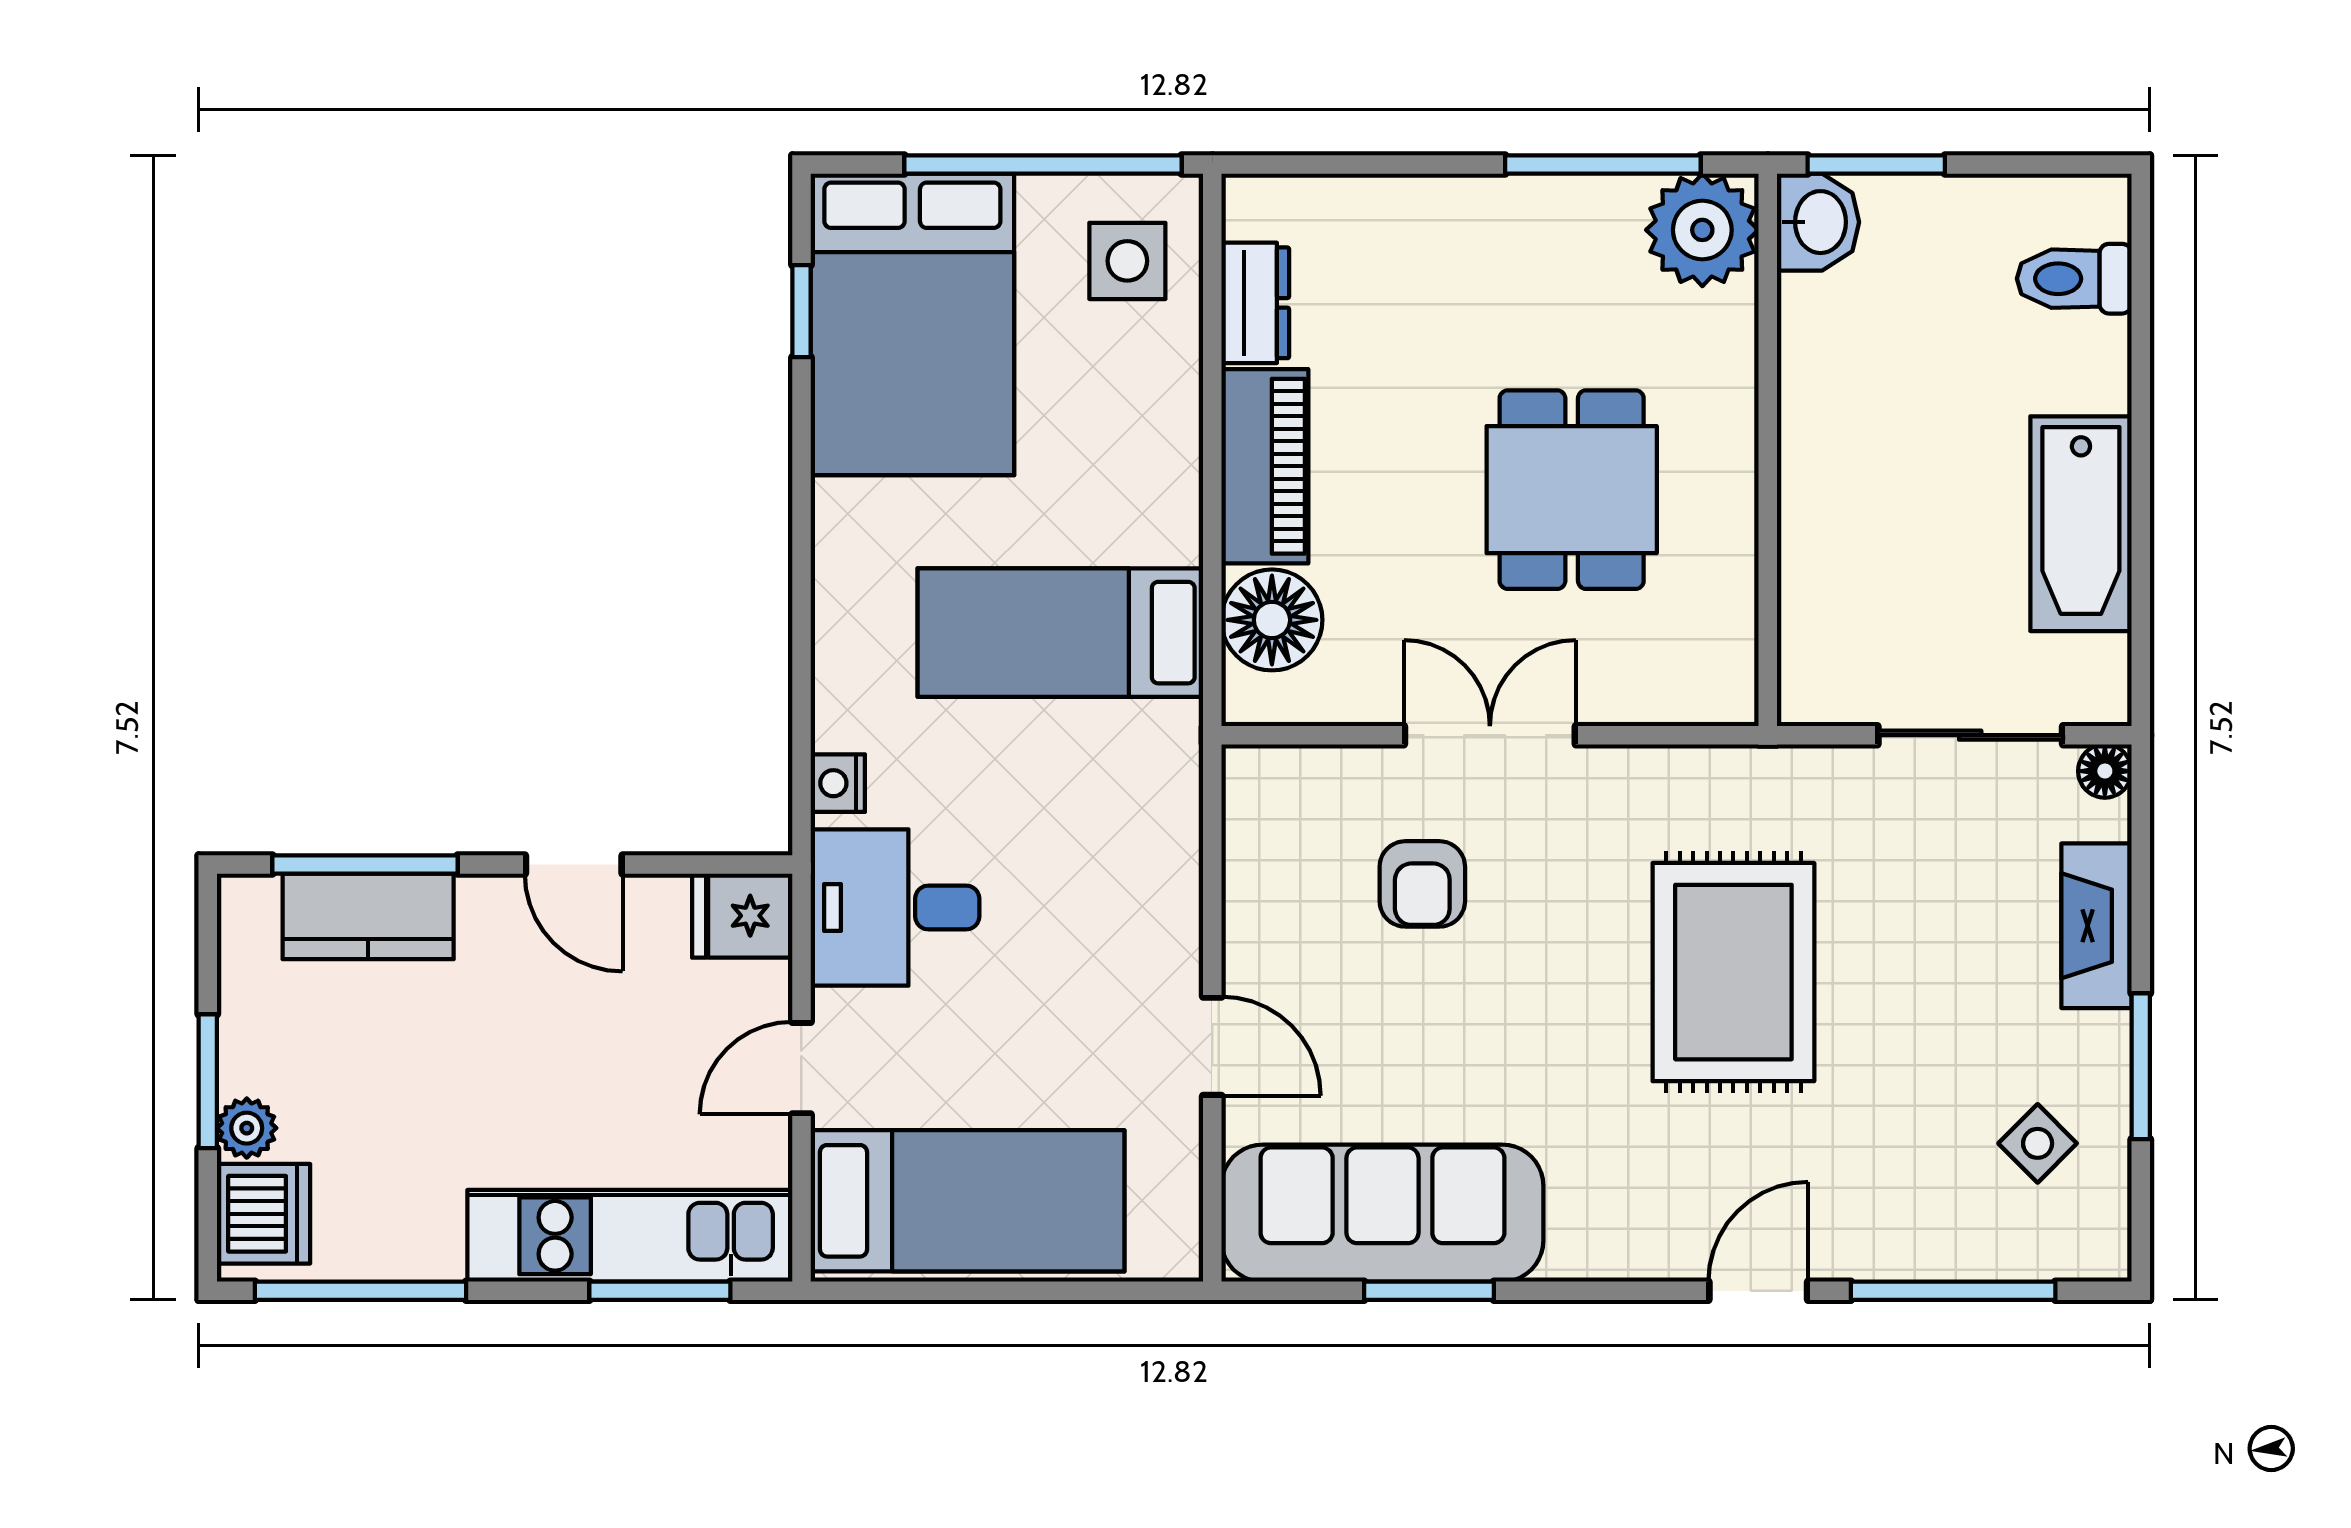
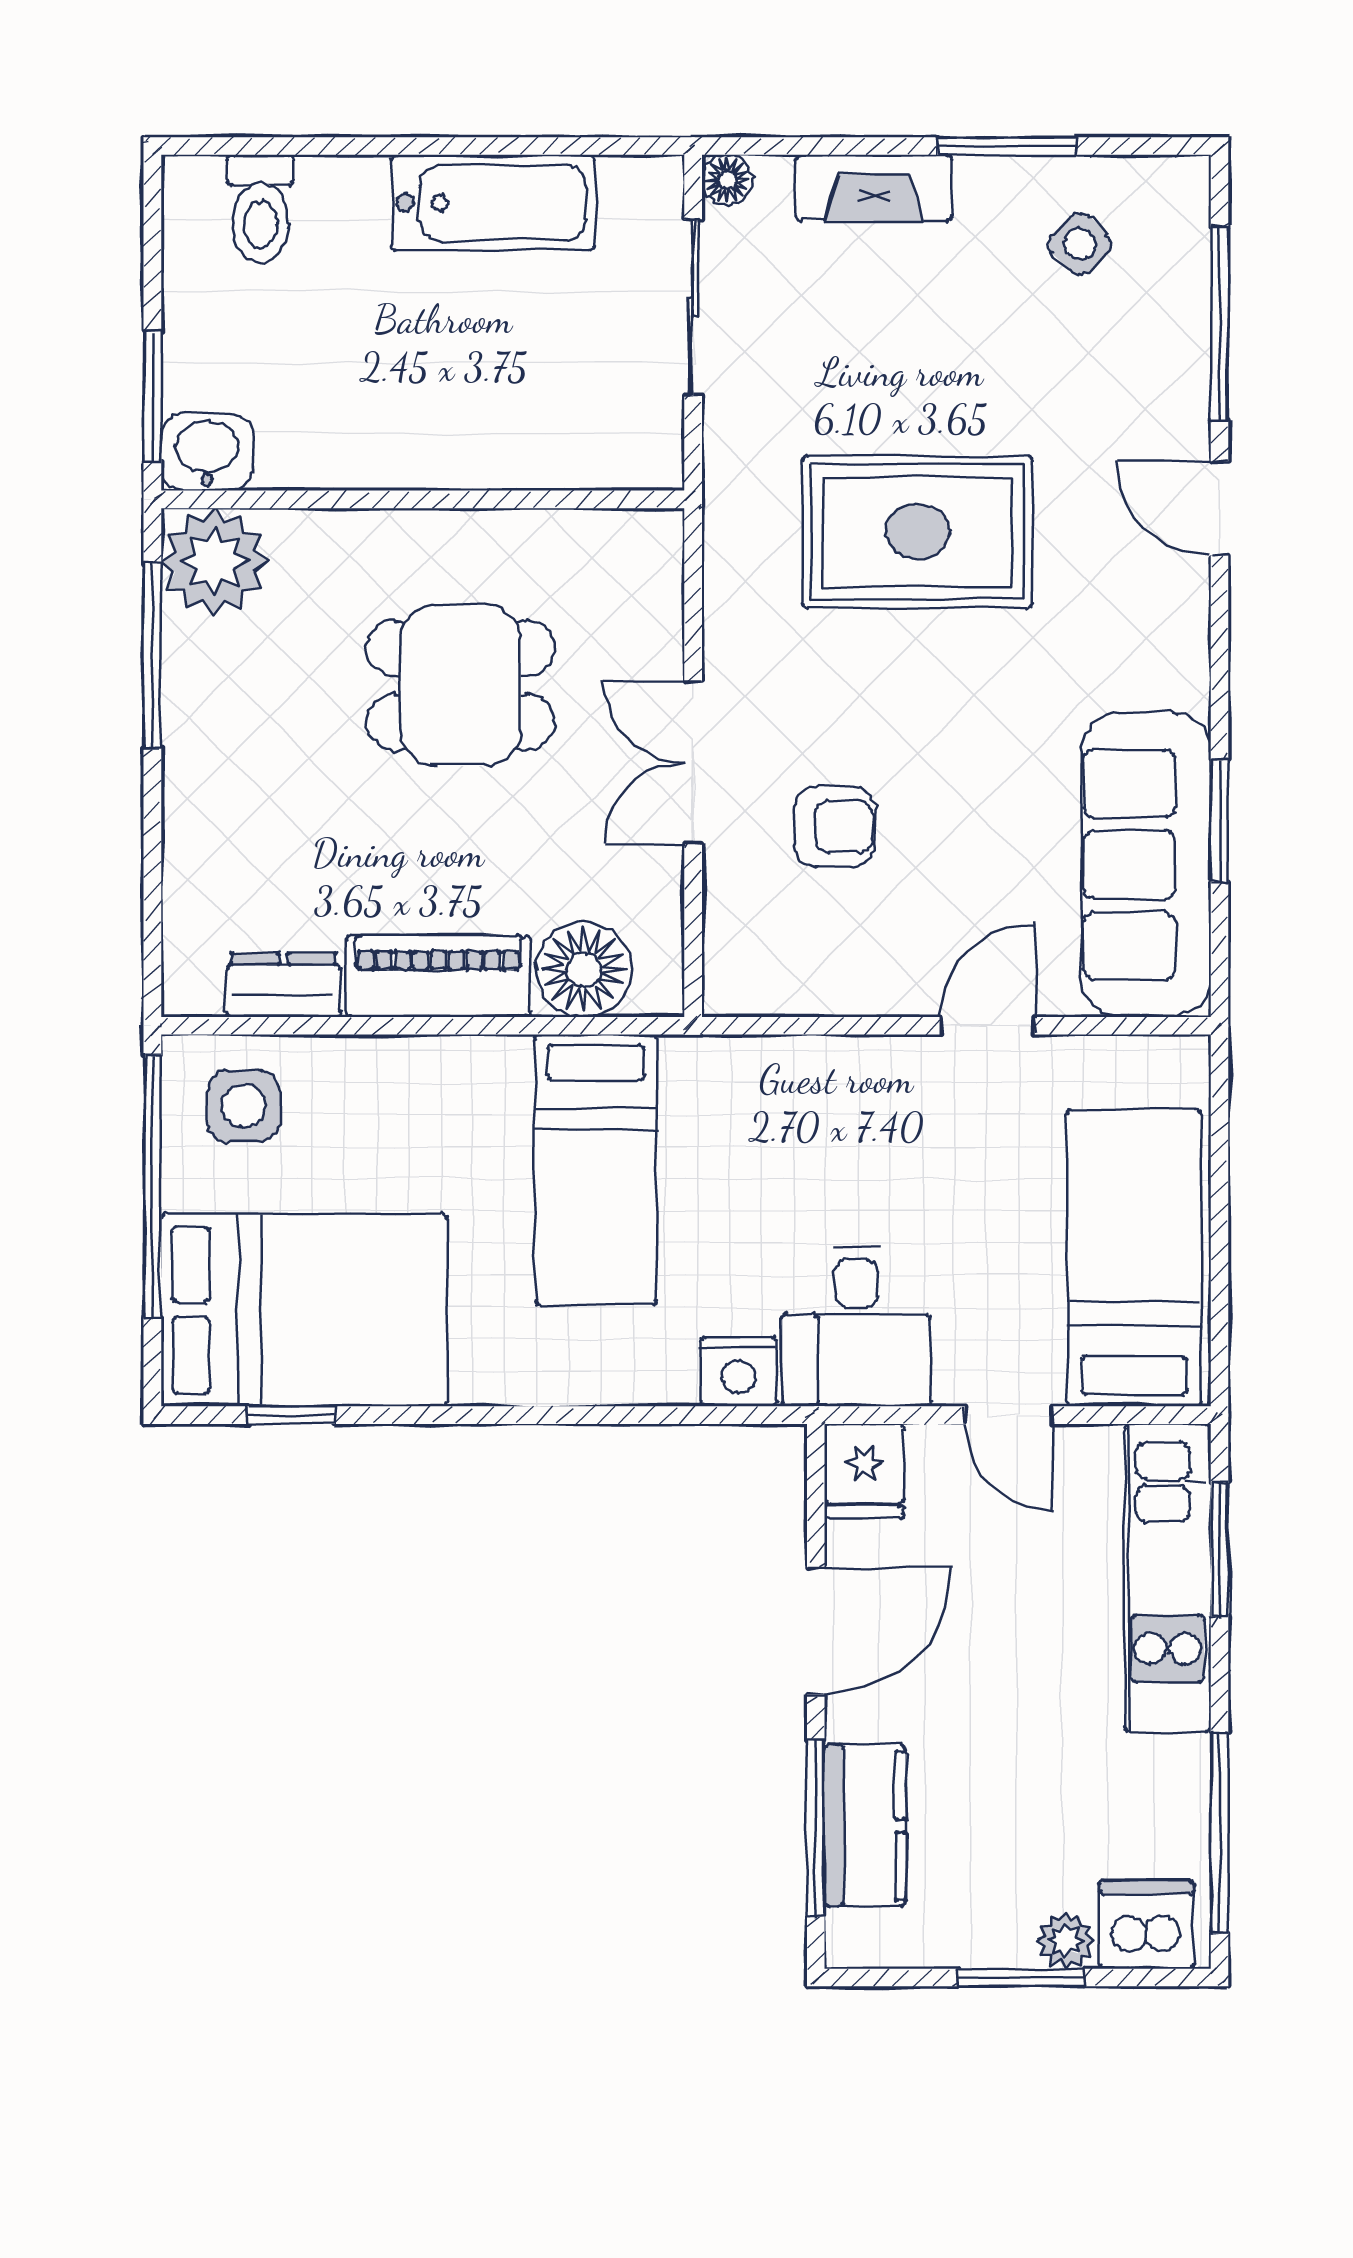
nightstand: (838, 783) -> (739, 1372), width x1.39, depth x1.35
door: (574, 865) -> (816, 1631), width x1.38

